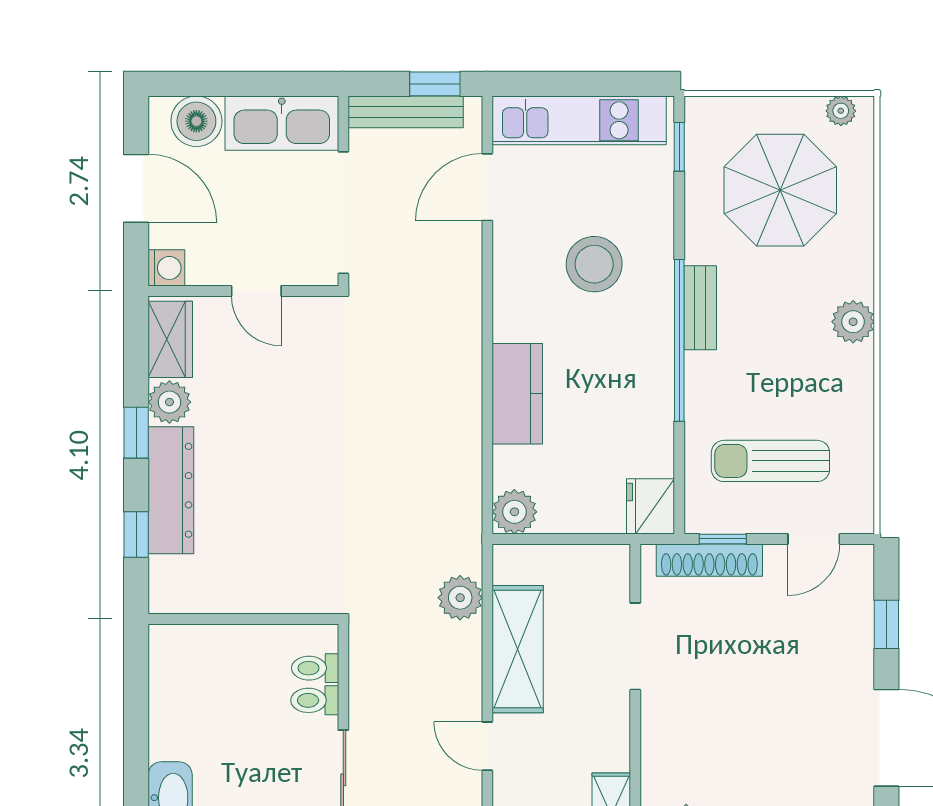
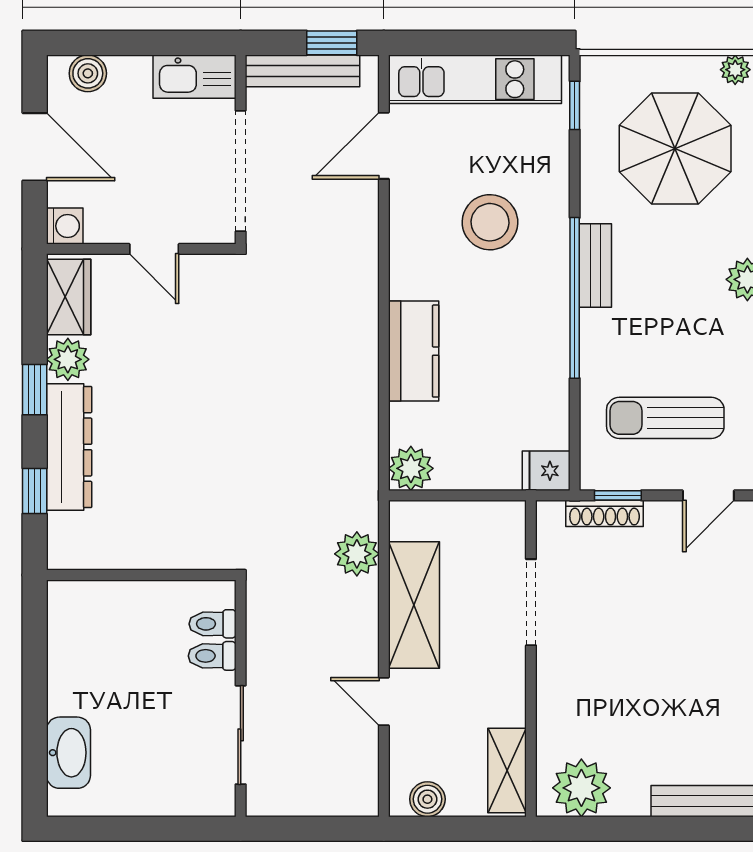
boiler: (196, 121) -> (88, 73), width x0.73, depth x0.73
kitchen sink: (282, 123) -> (194, 77), width x0.73, depth x0.81
fridge: (651, 506) -> (546, 471), width x0.72
shoe rack: (709, 560) -> (605, 513), width x0.74, depth x0.81

